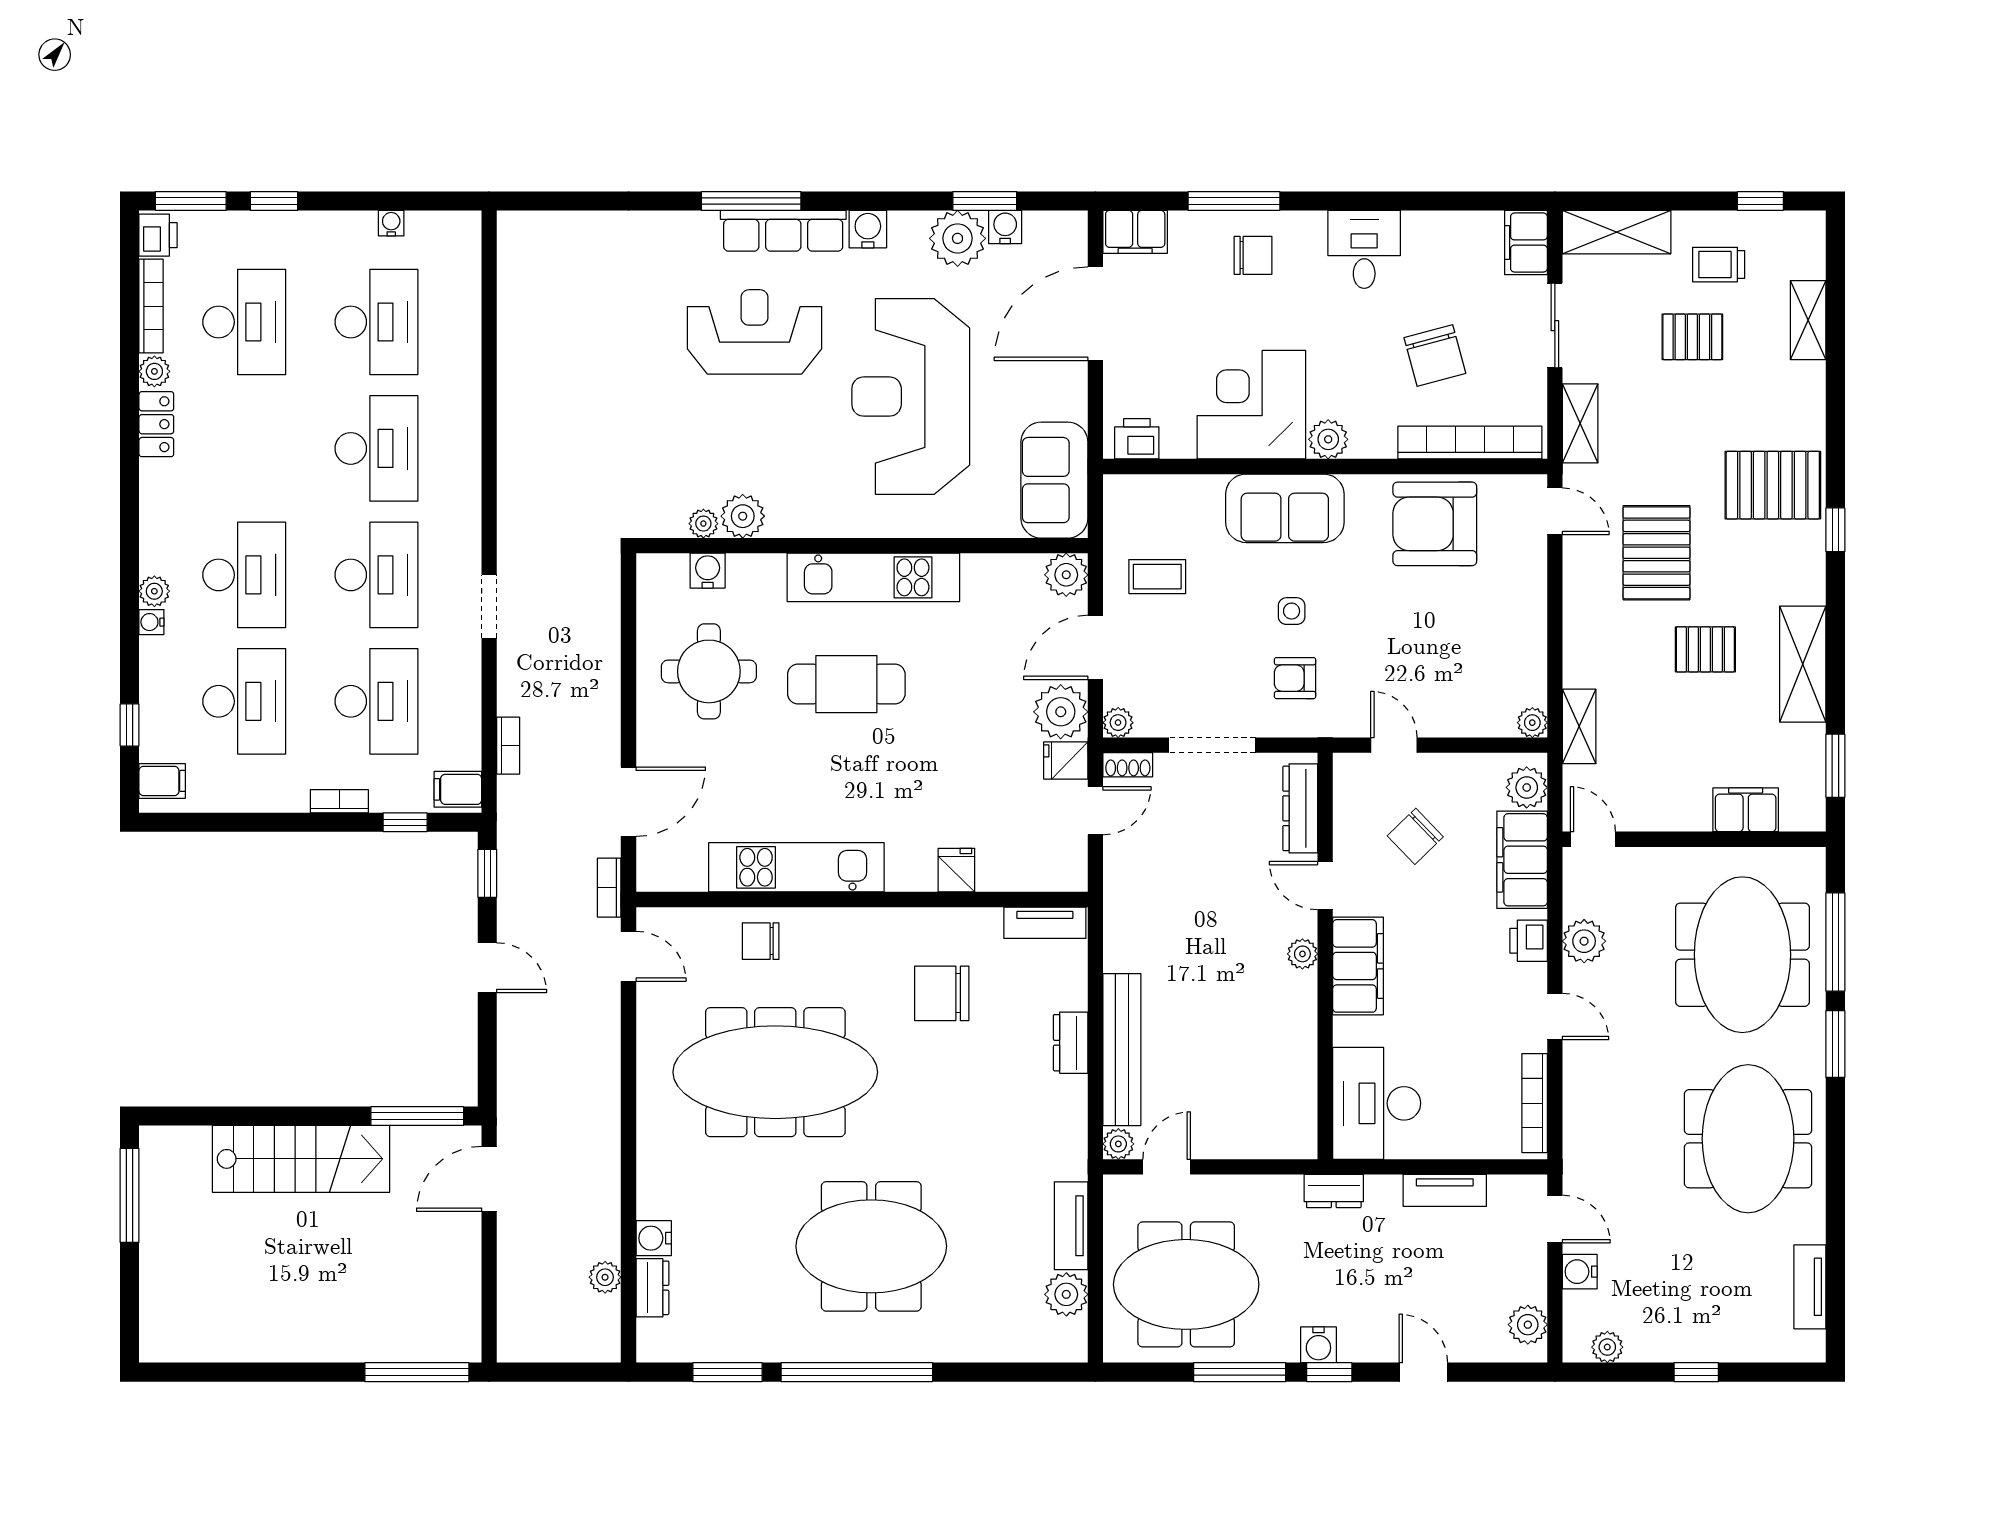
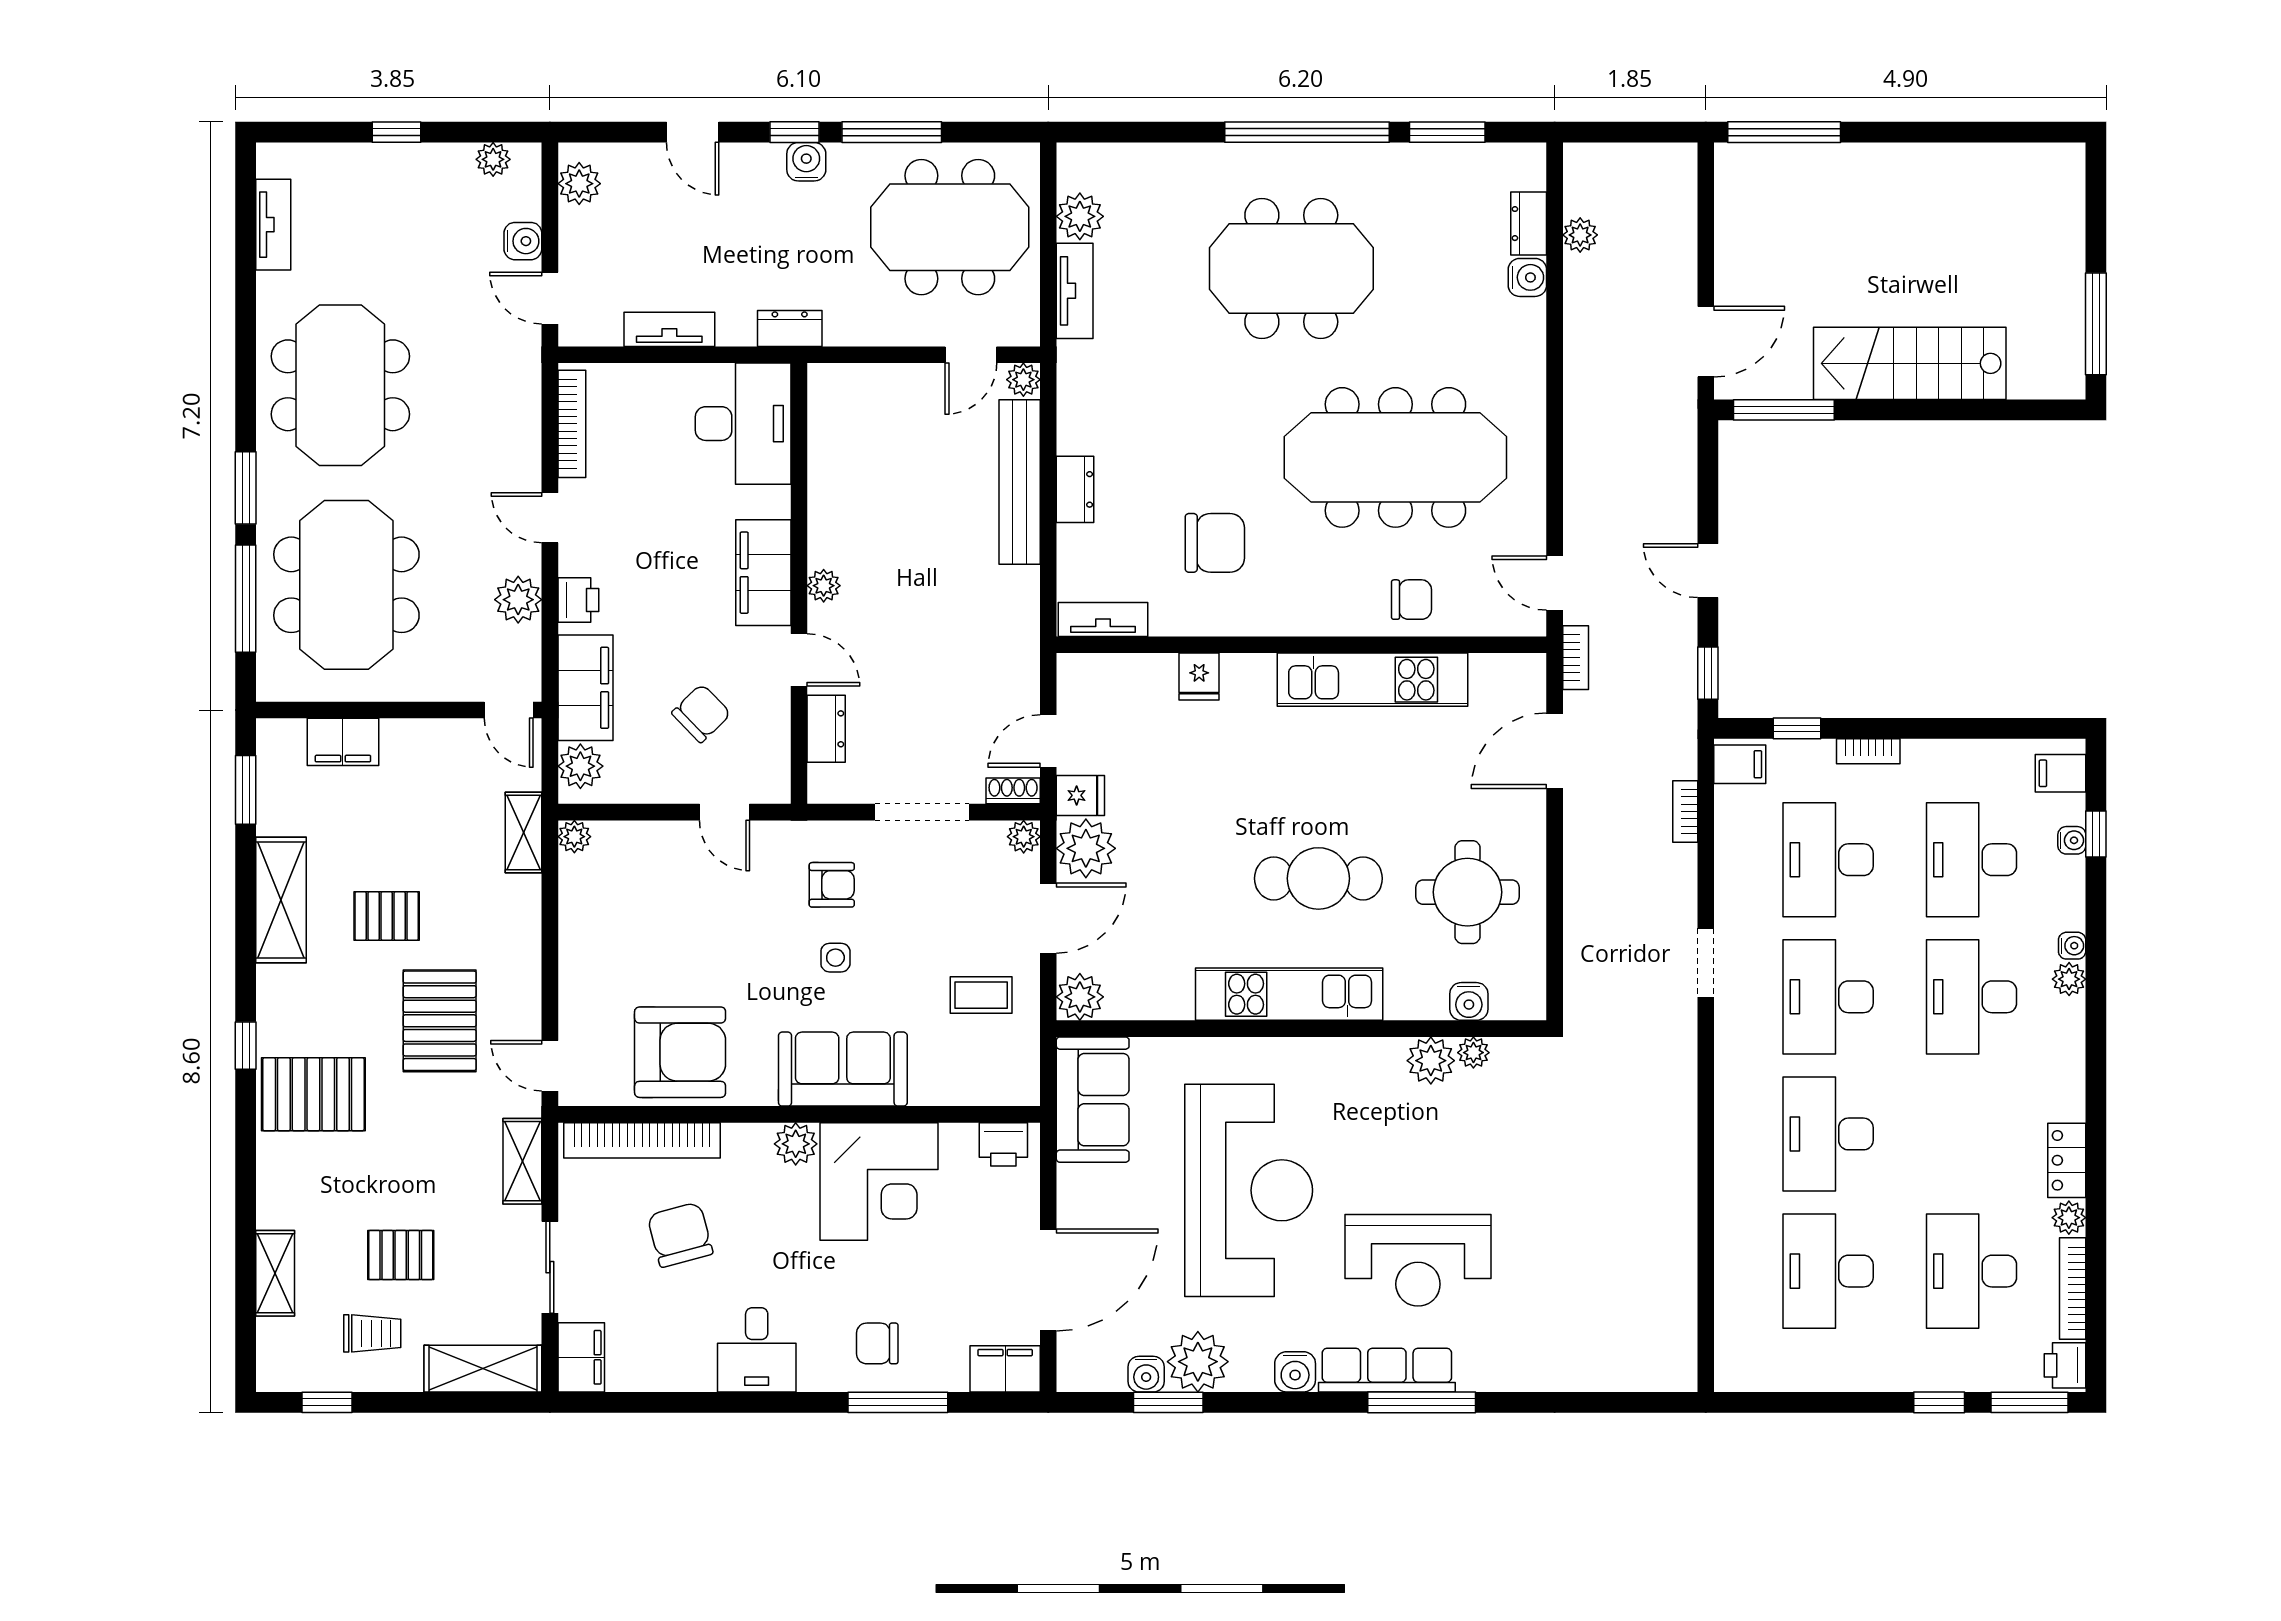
water cooler: (391, 223) -> (2072, 840), moved, turned -90
dresser: (1300, 808) -> (826, 729), width x0.70

